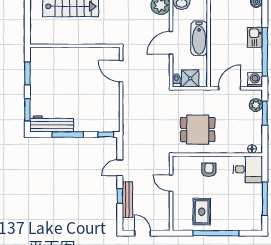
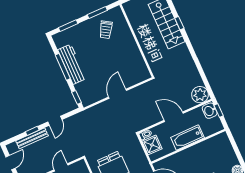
door: (121, 71) -> (118, 94), moved
trolley: (49, 73) -> (106, 30), added
workbench: (52, 124) -> (72, 64), moved
door: (120, 168) -> (55, 121), swing flipped

